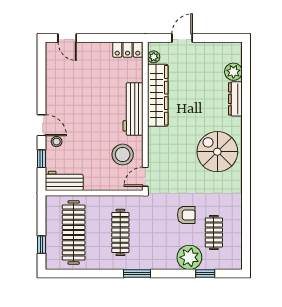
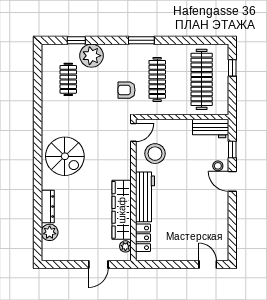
locker: (128, 50) -> (143, 238), moved, turned 90
armchair: (186, 215) -> (127, 90), moved

